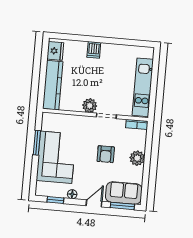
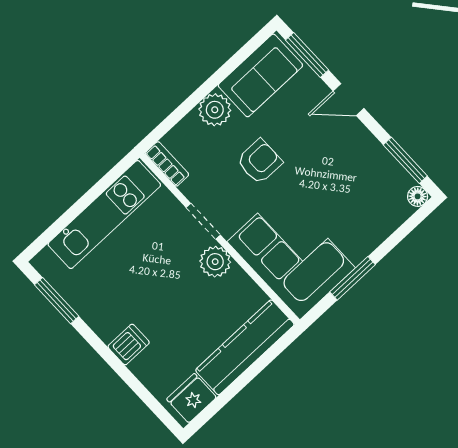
window: (132, 43) -> (57, 301), added
corner sofa: (56, 157) -> (291, 255), moved, turned 90
sofa: (124, 193) -> (260, 75), moved, turned -90
floor lamp: (72, 194) -> (418, 196), moved
window: (55, 200) -> (405, 160), width x1.50

